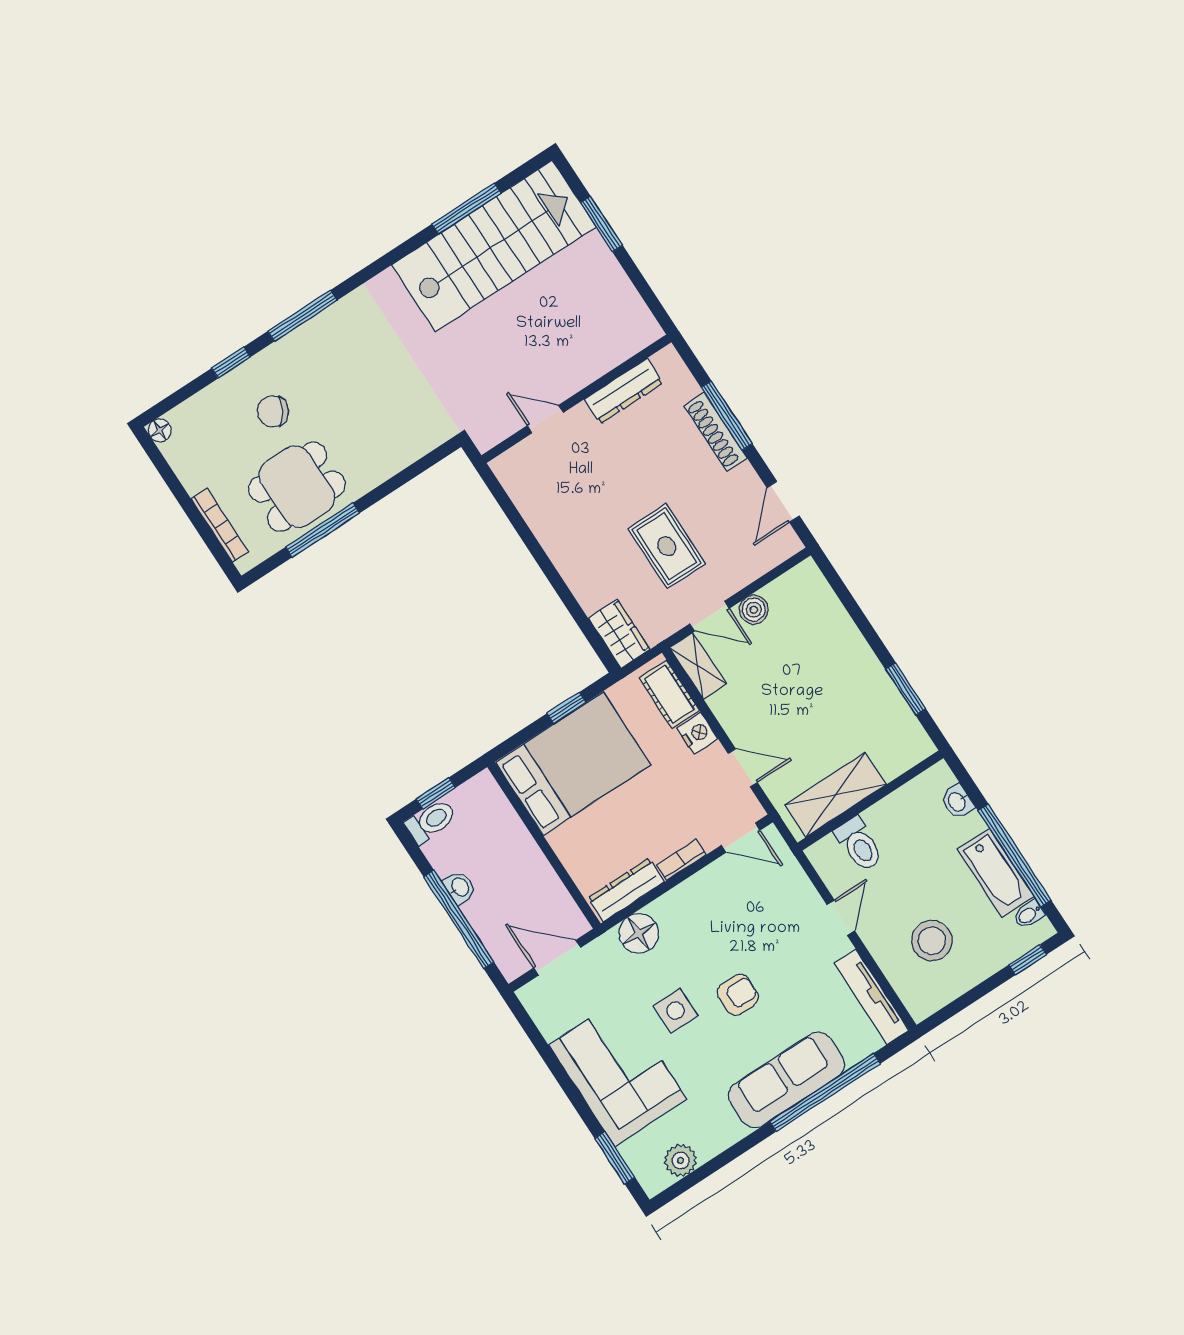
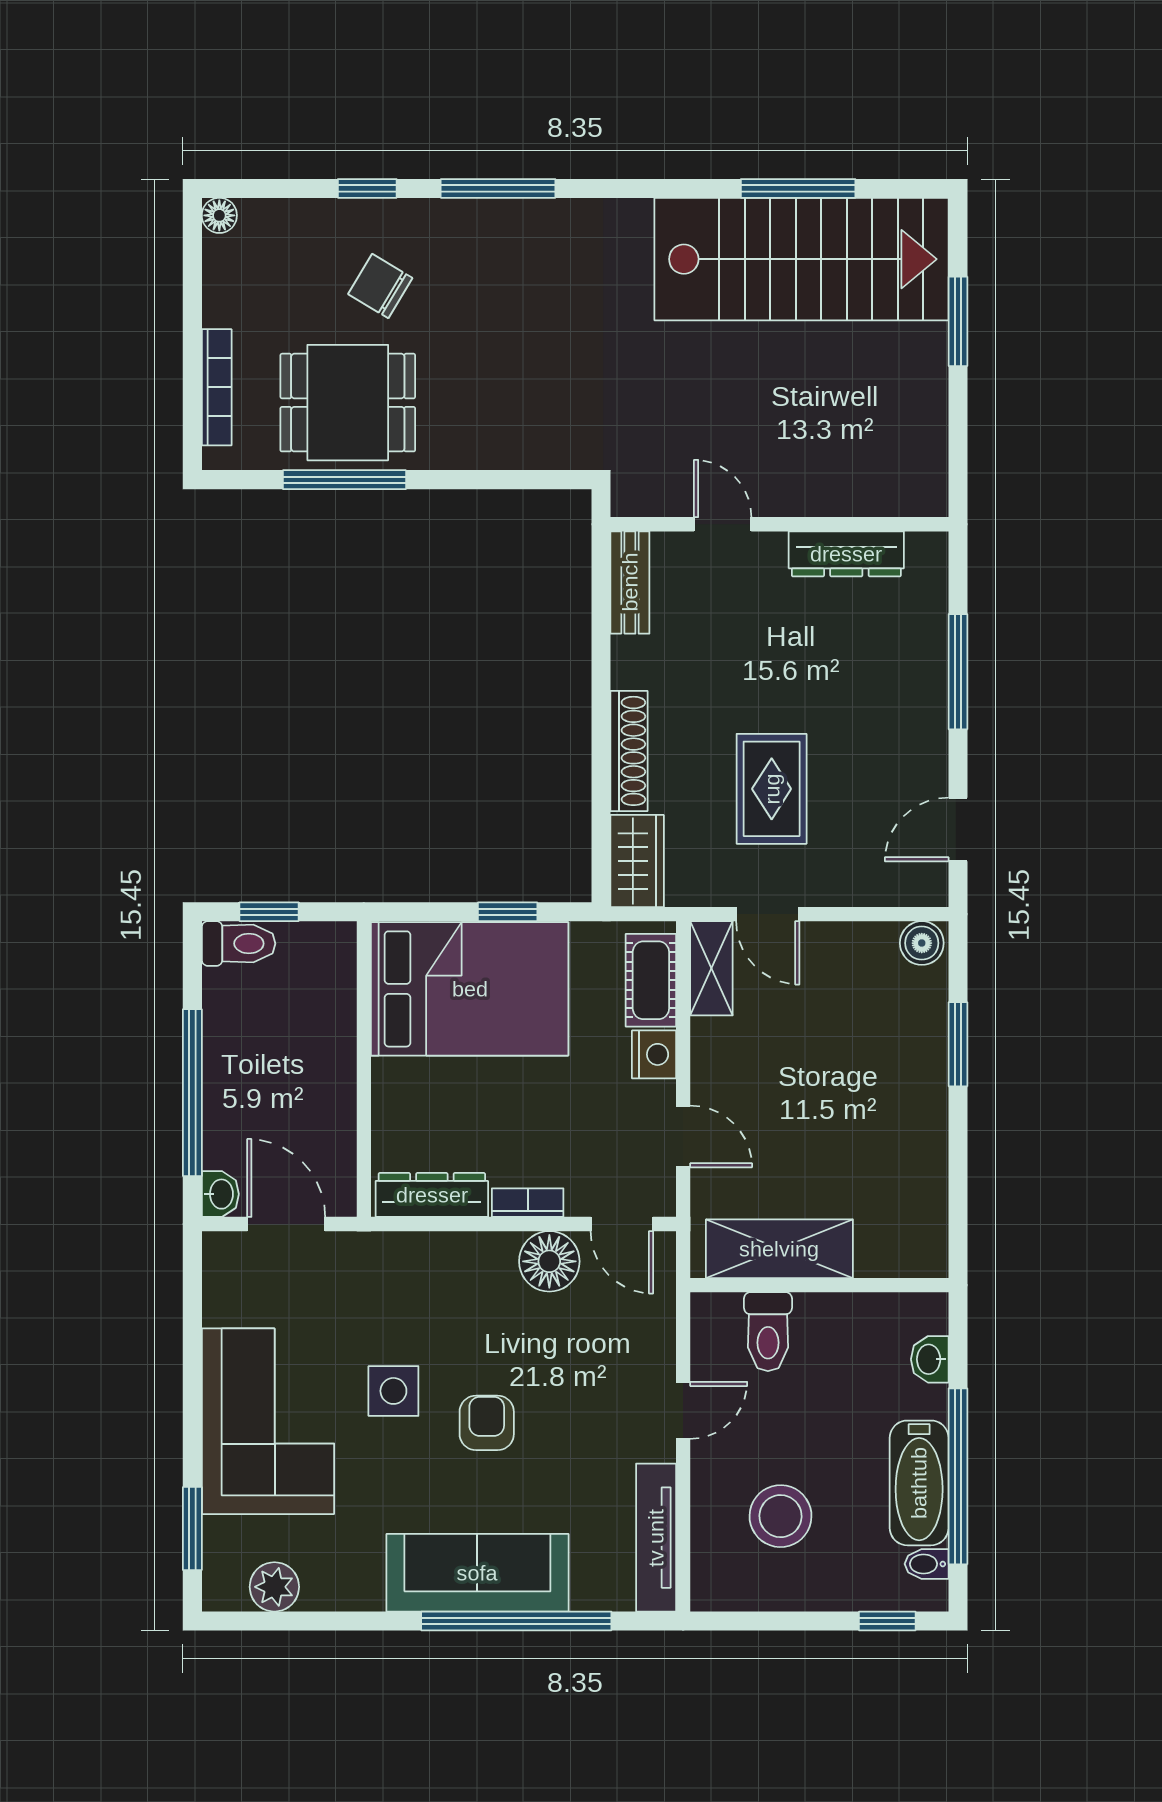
shoe rack: (716, 432) -> (629, 751), moved, turned 180
bench: (515, 484) -> (630, 582), added
boiler: (754, 610) -> (922, 943), moved
window: (906, 689) -> (958, 1044), moved
washbasin: (460, 887) -> (220, 1194), moved
floor lamp: (639, 933) -> (549, 1261), moved
armchair: (738, 995) -> (487, 1423), turned -90

